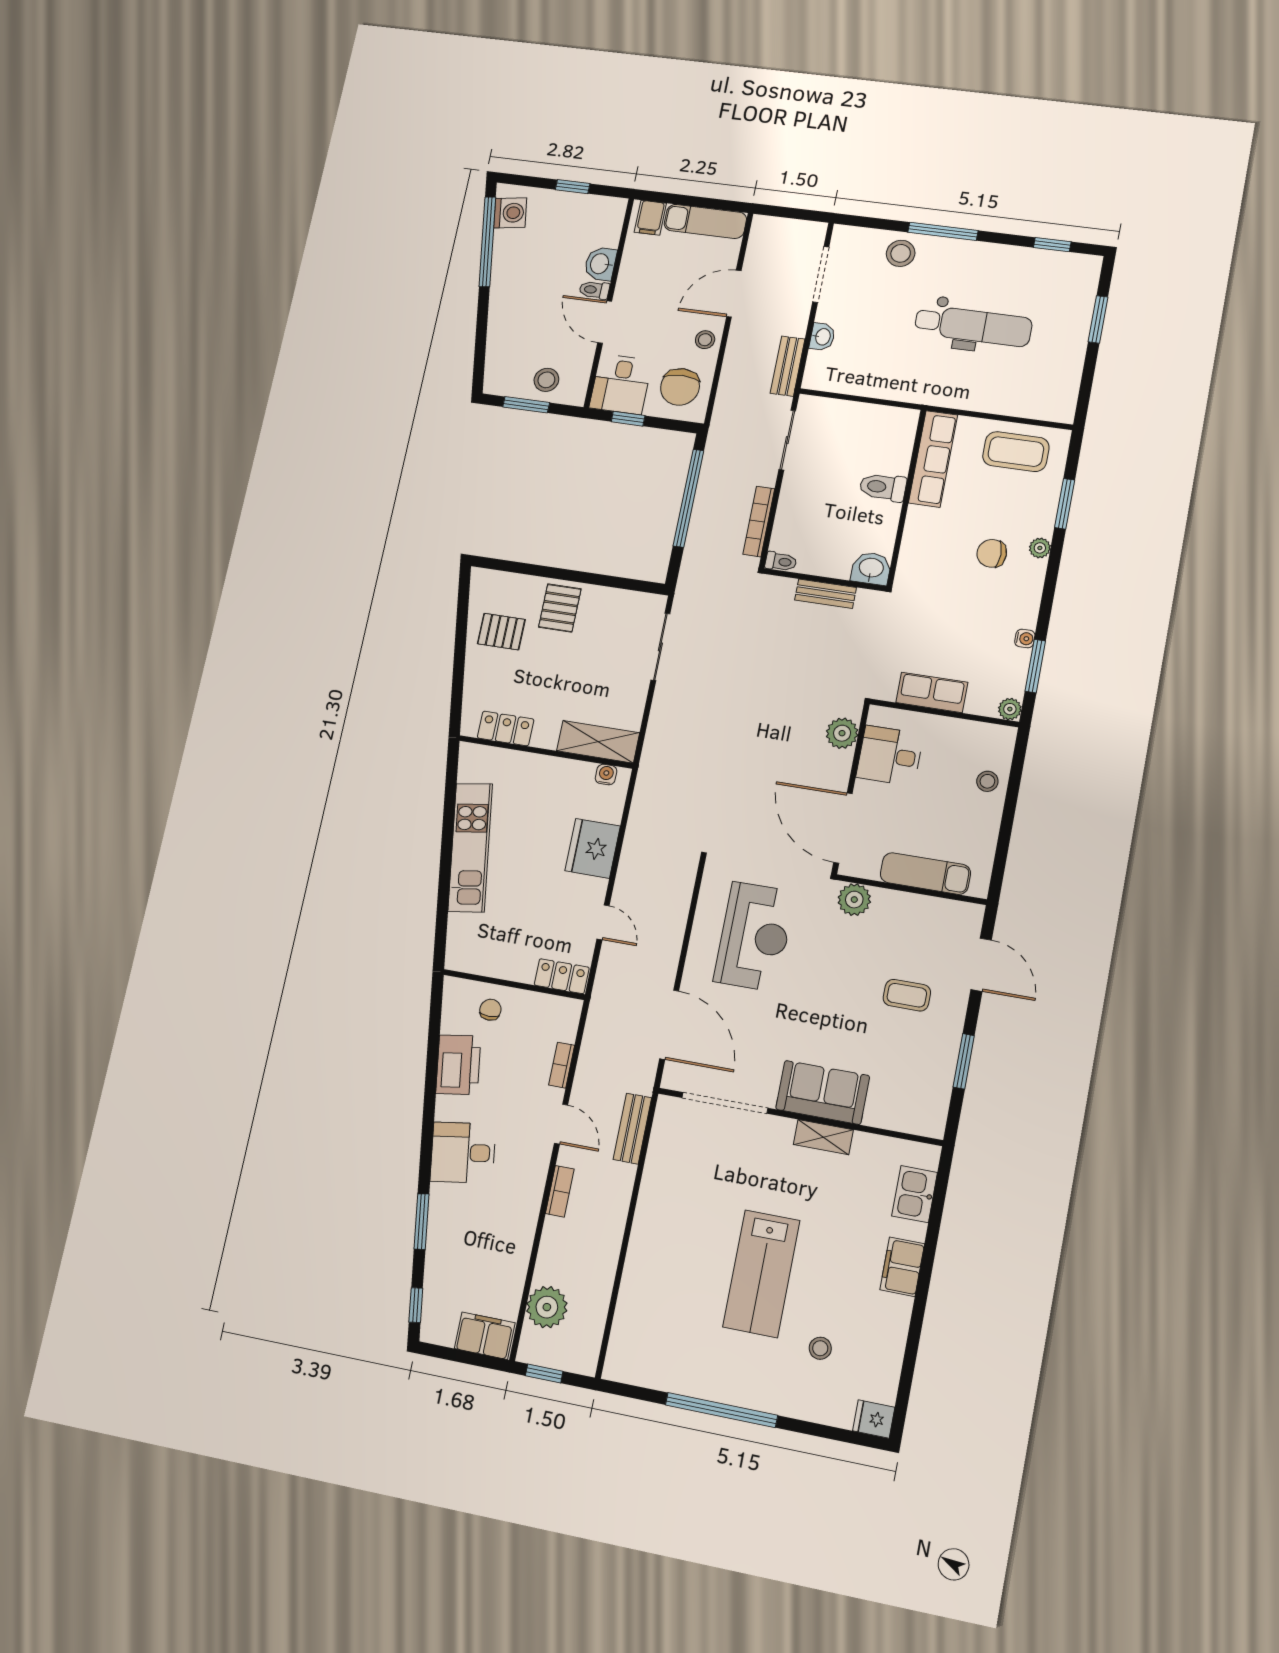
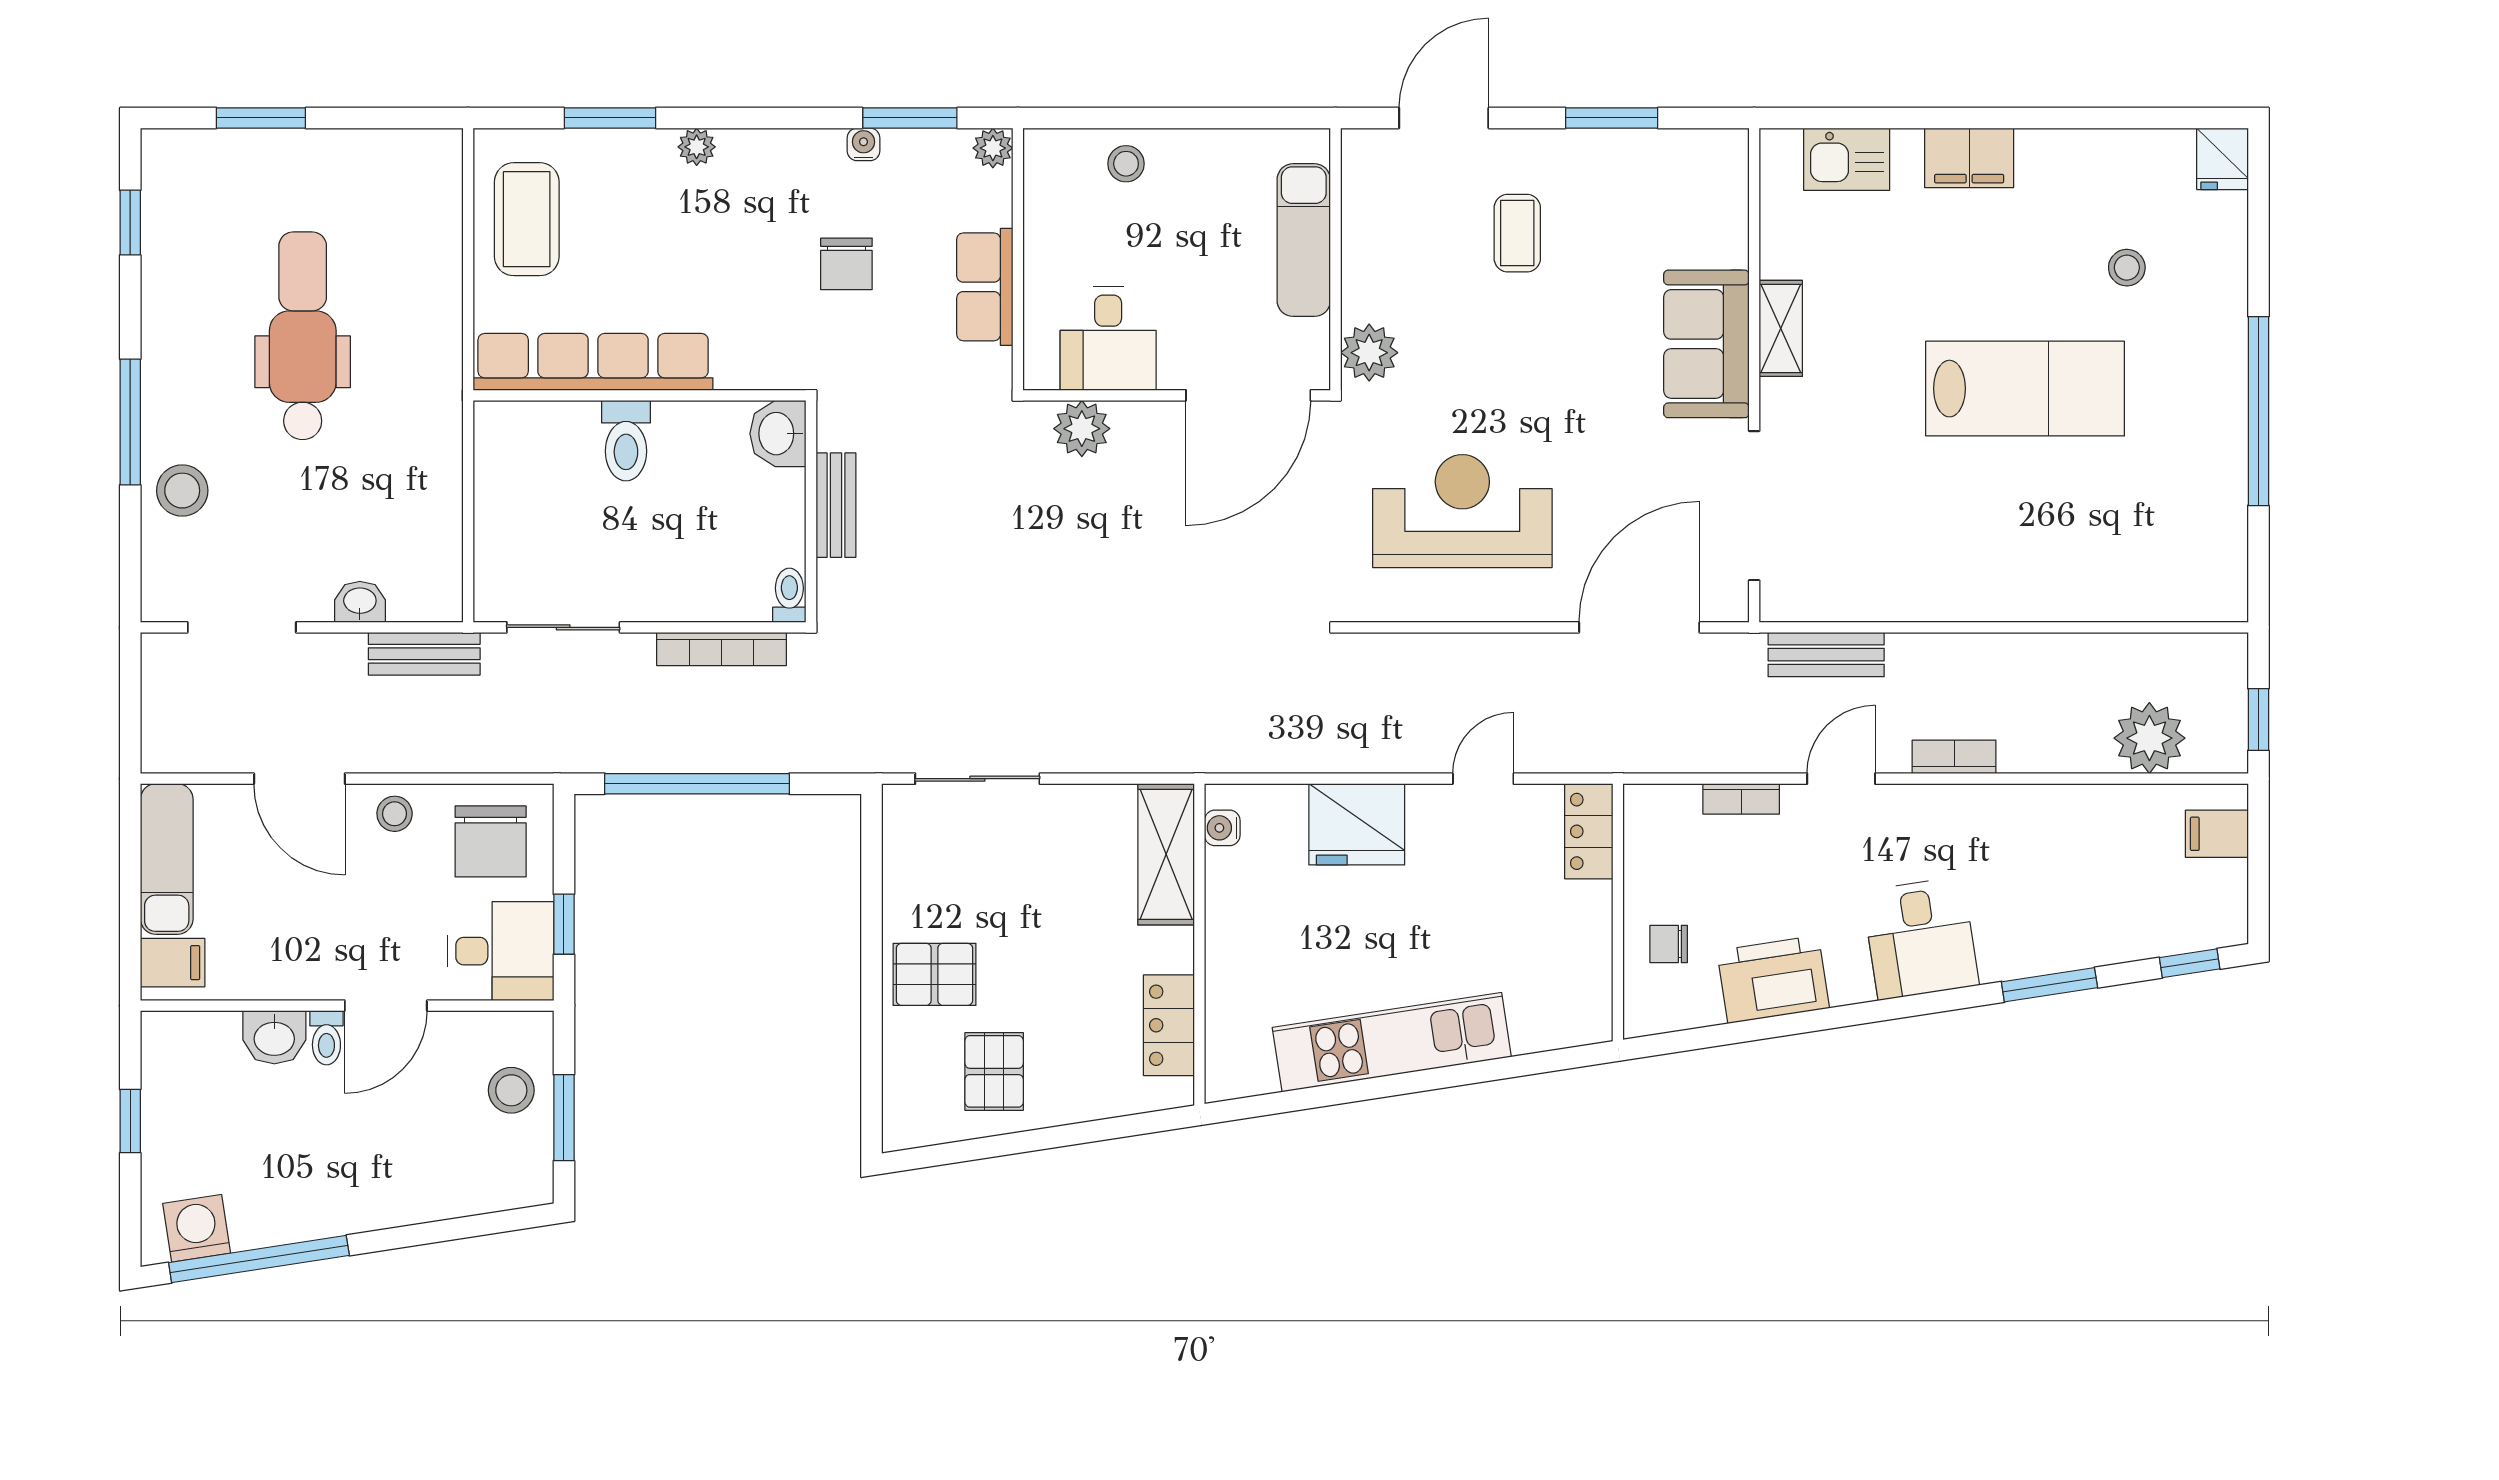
chair: (680, 387) -> (491, 841), turned 90
row of seats: (933, 459) -> (593, 362), width x1.36
chair: (992, 553) -> (846, 264), moved
filing cabinet: (485, 1336) -> (2217, 834), width x0.50

